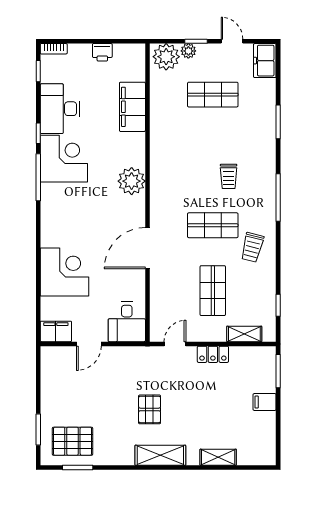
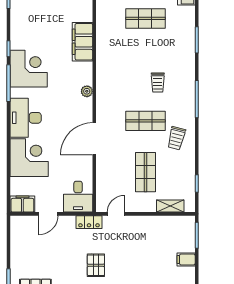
filing cabinet: (132, 107) -> (82, 42), moved
desk: (60, 109) -> (26, 118), moved
plant: (132, 181) -> (87, 91), width x0.53, depth x0.53
locker: (213, 354) -> (89, 222), moved

